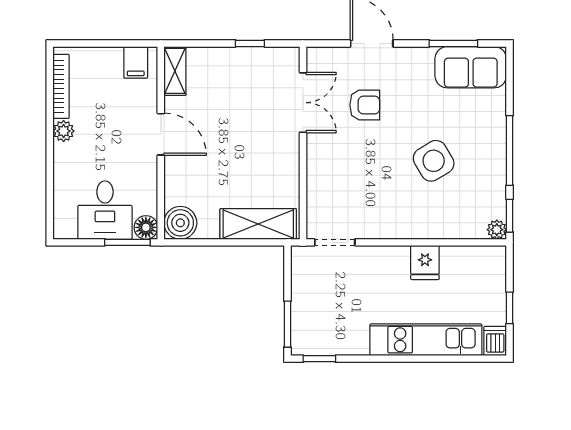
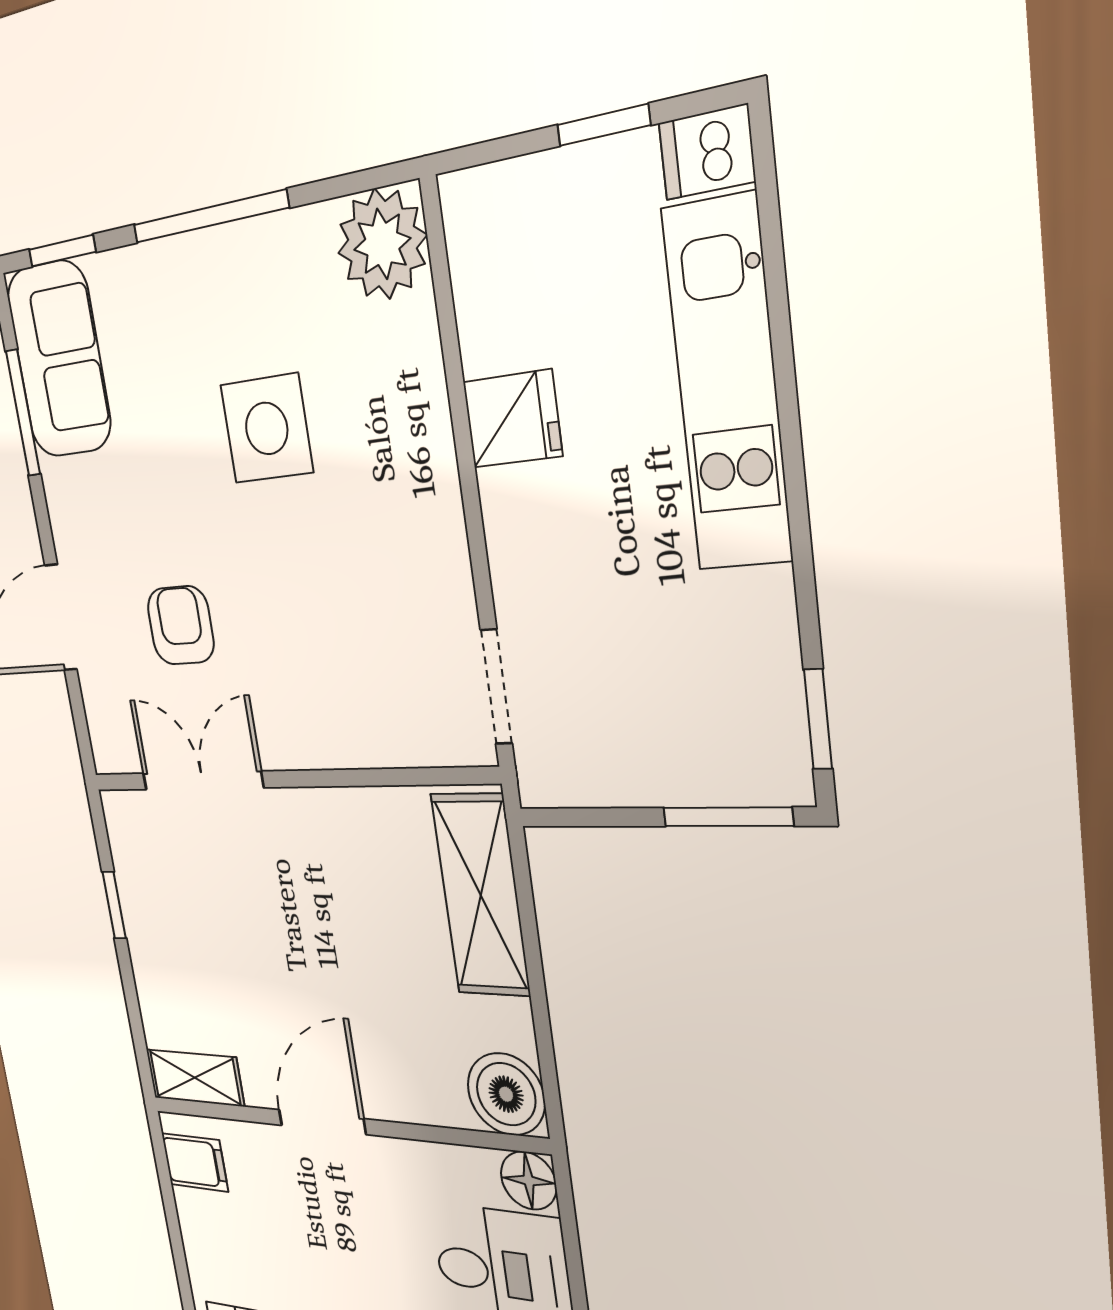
side table: (434, 161) -> (267, 428), turned 31
window: (510, 216) -> (62, 251), moved
plant: (497, 230) -> (382, 244), width x1.88, depth x1.88
window: (127, 242) -> (570, 1230), removed

